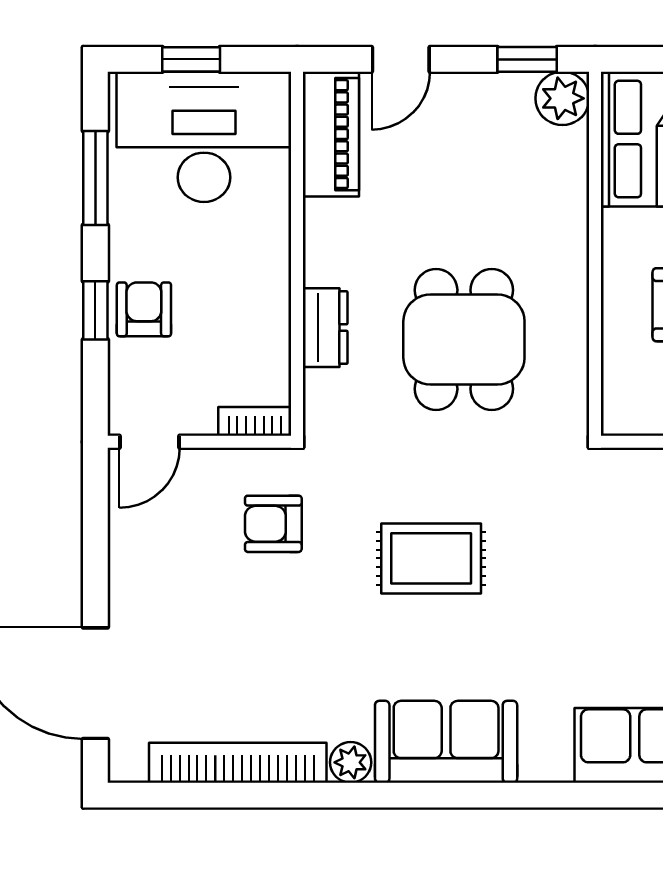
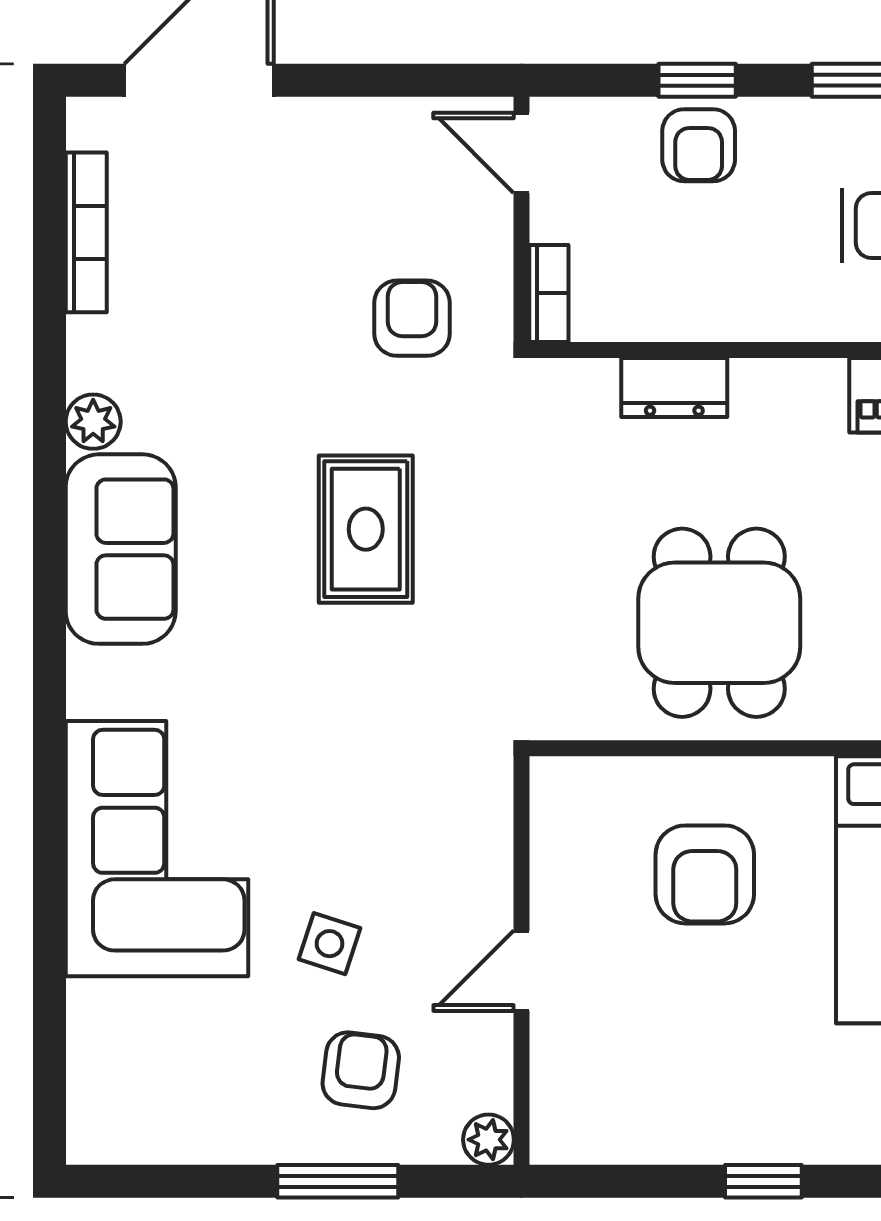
armchair: (144, 309) -> (699, 145), turned 90
dining table: (464, 339) -> (719, 623), moved, turned 90
bookcase: (238, 763) -> (86, 232), width x0.68, depth x0.76

